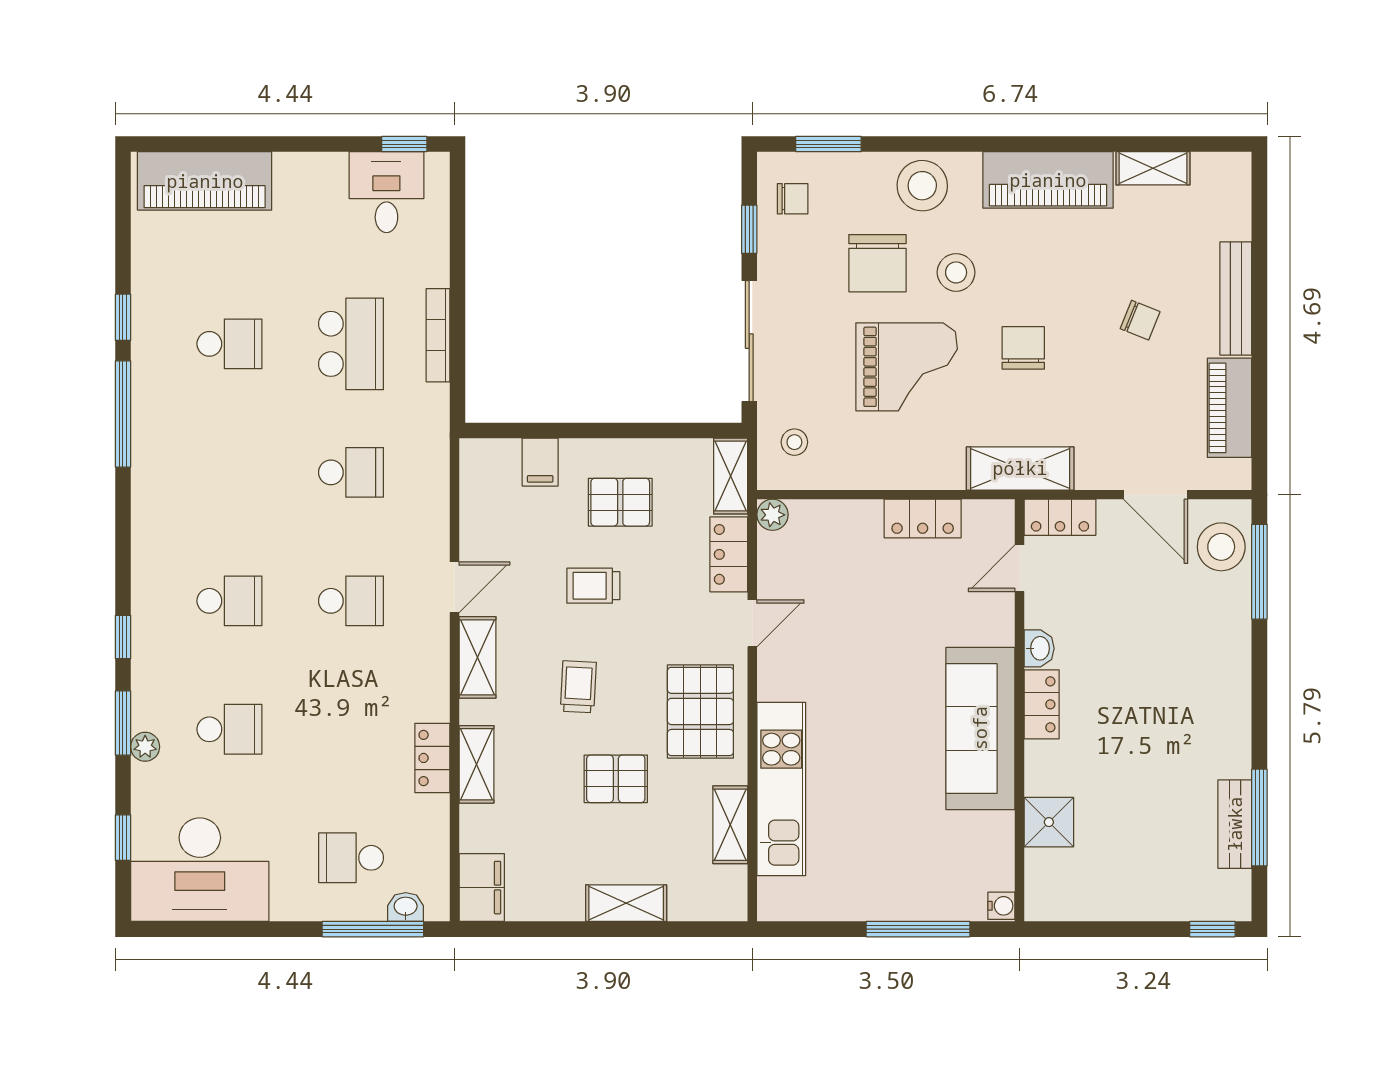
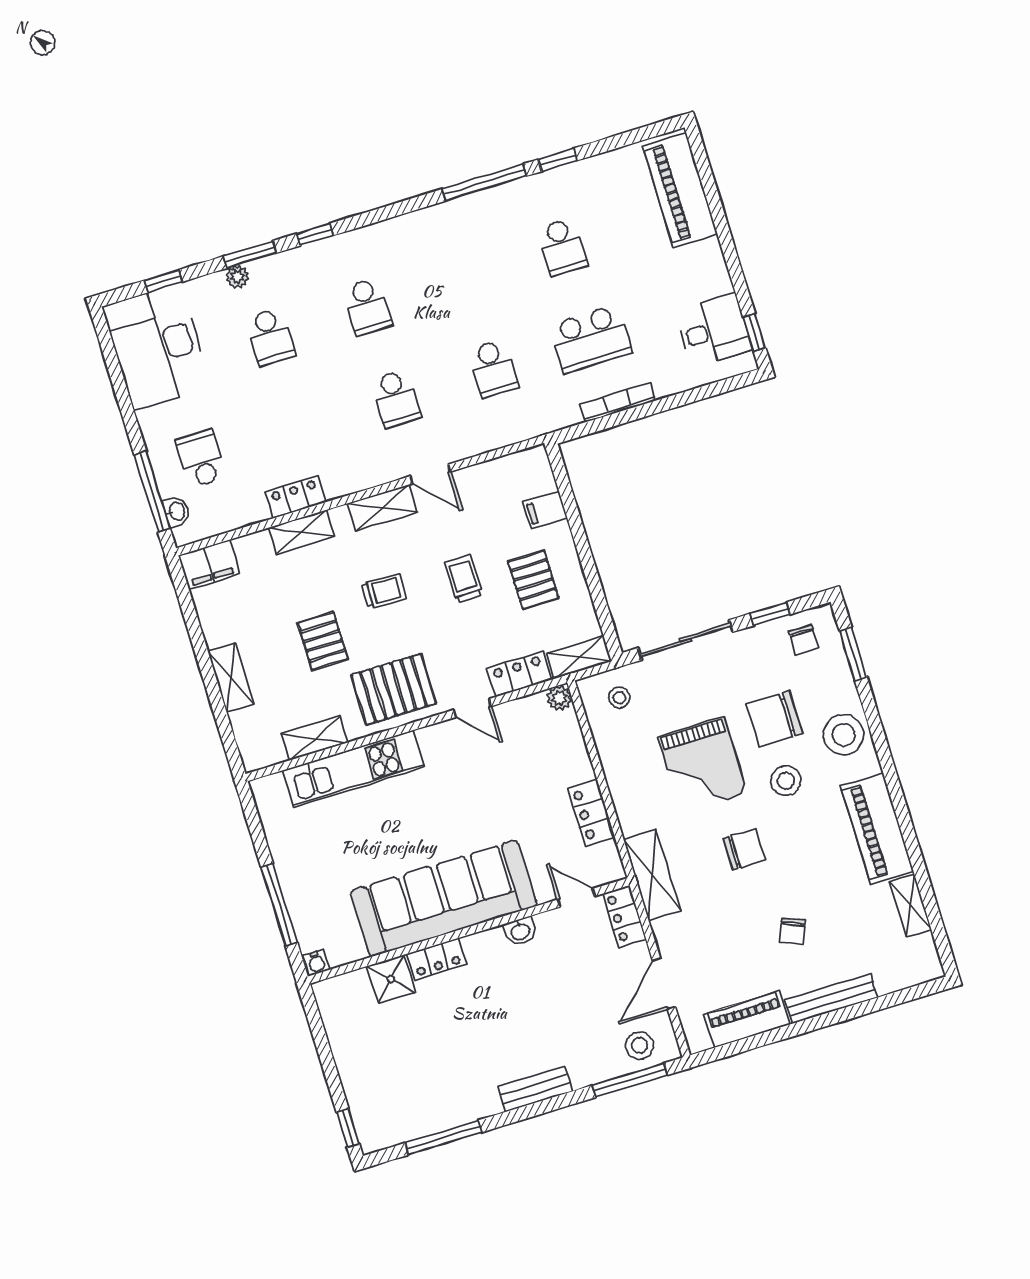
stool: (1221, 547) -> (640, 1046), width x0.73, depth x0.73
locker: (1042, 704) -> (436, 959), moved
sofa: (980, 728) -> (444, 898), width x1.36, depth x1.27
bench: (1235, 824) -> (535, 1089), moved

